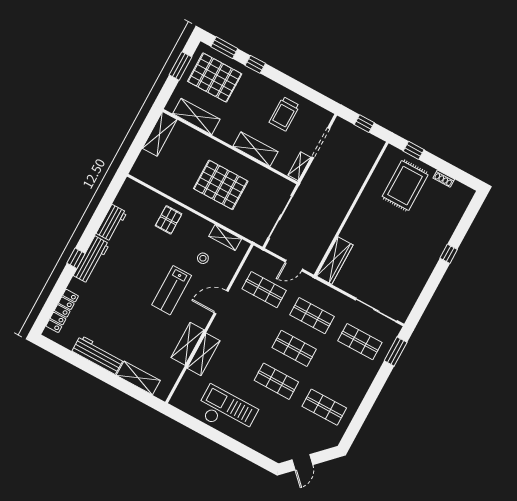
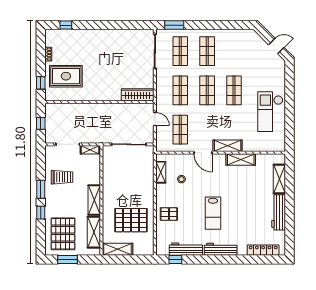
window: (224, 48) -> (41, 189), moved
shelving: (255, 149) -> (94, 200), moved
pallet: (221, 185) -> (131, 220), moved, turned 90
workbench: (112, 223) -> (186, 249), width x1.37
window: (449, 254) -> (66, 25), moved
window: (76, 258) -> (175, 259), moved
lab bench: (172, 290) -> (213, 213), moved, turned 90
shelving: (203, 354) -> (228, 146), moved
shop shelf: (324, 407) -> (207, 51), moved

